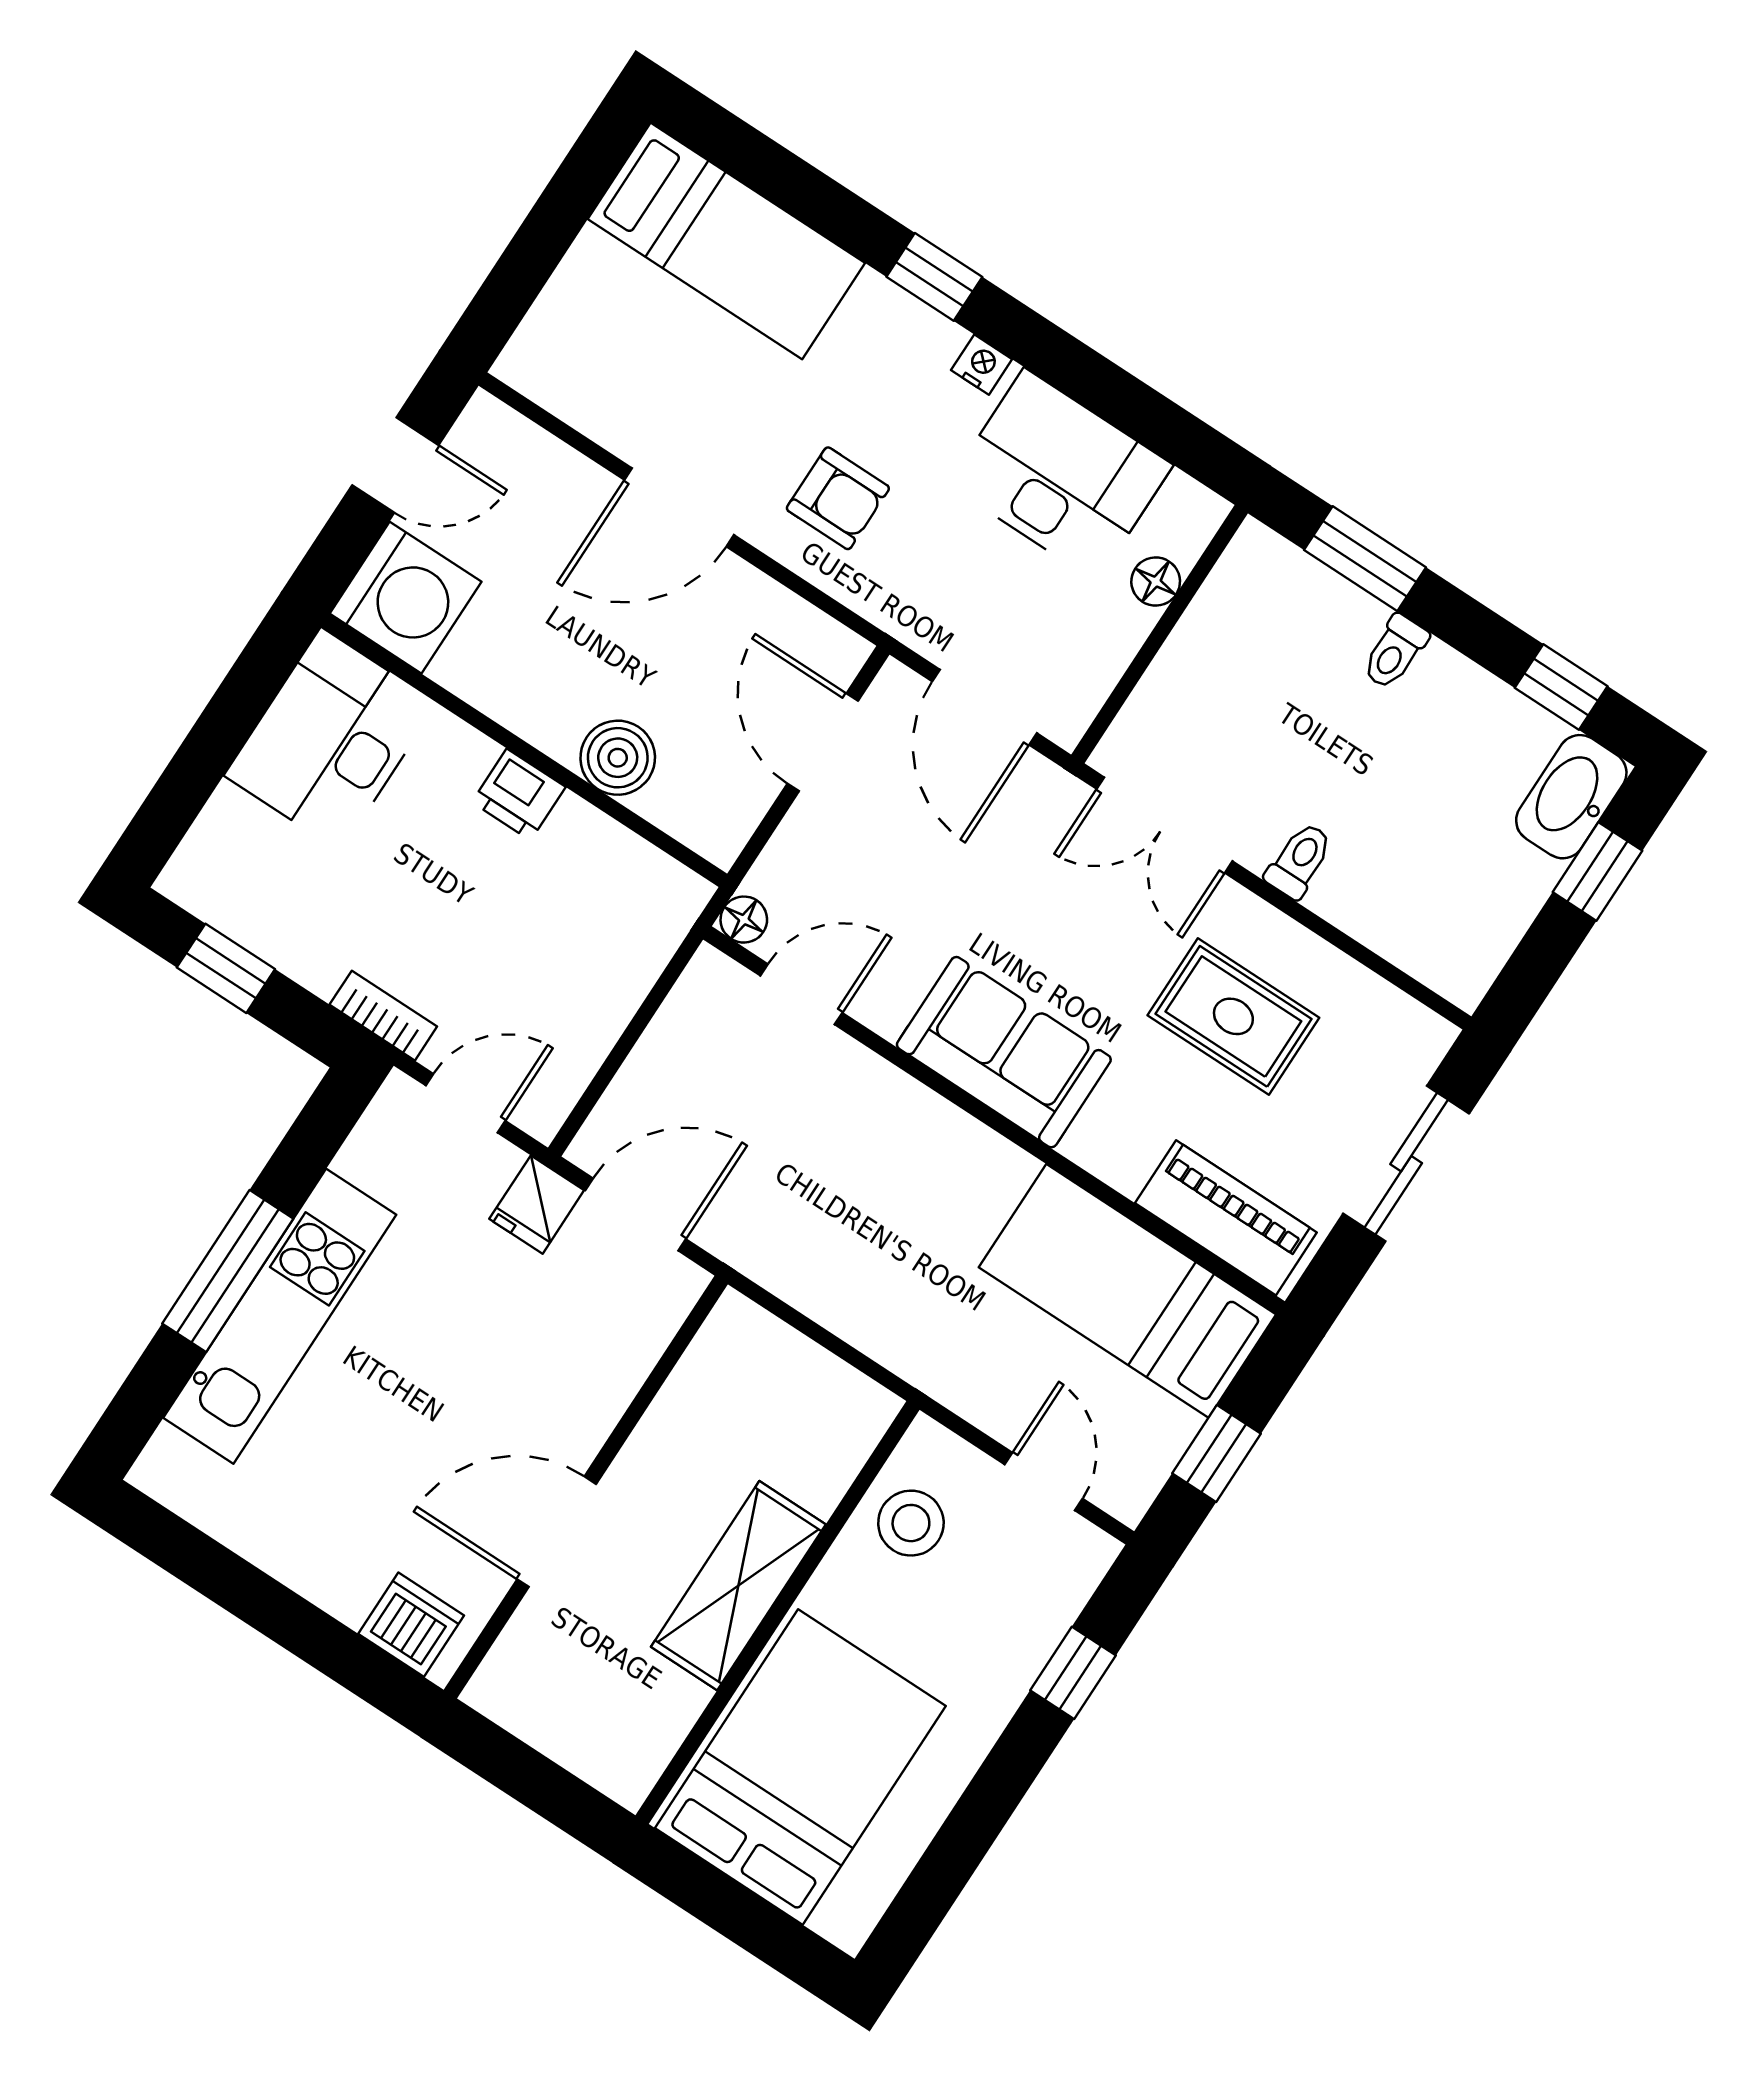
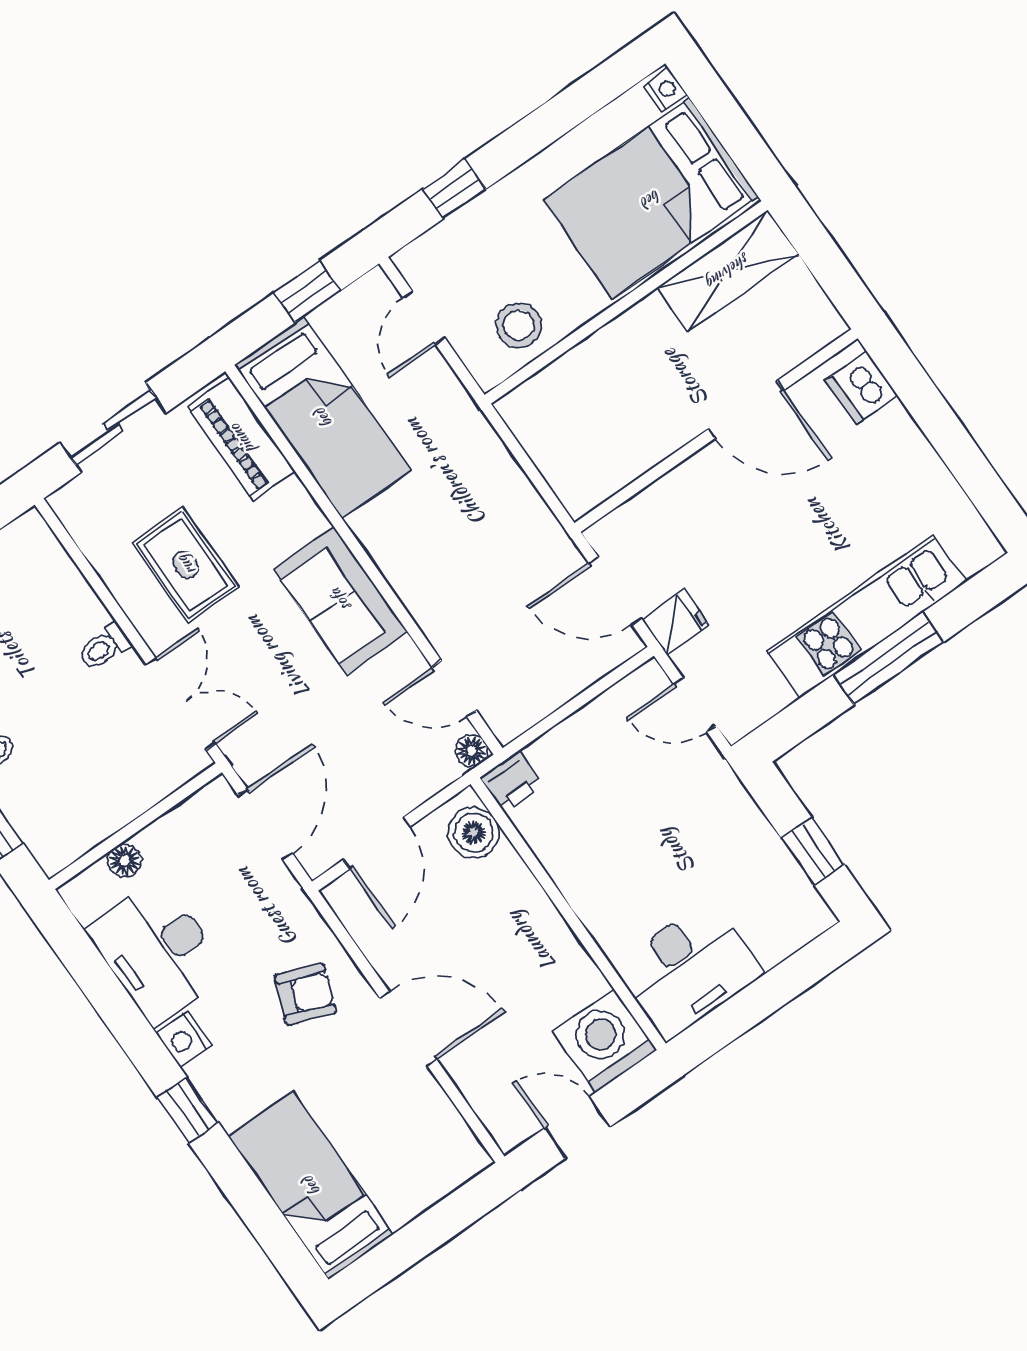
nightstand: (982, 365) -> (184, 1039), width x1.39, depth x1.35
armchair: (838, 498) -> (305, 994), turned 111
boiler: (618, 758) -> (474, 832), moved
printer: (519, 795) -> (512, 782), moved, turned 90
bookcase: (383, 1016) -> (725, 781), removed
shelving: (738, 1586) -> (728, 271), moved
nightstand: (840, 1922) -> (665, 90), added

